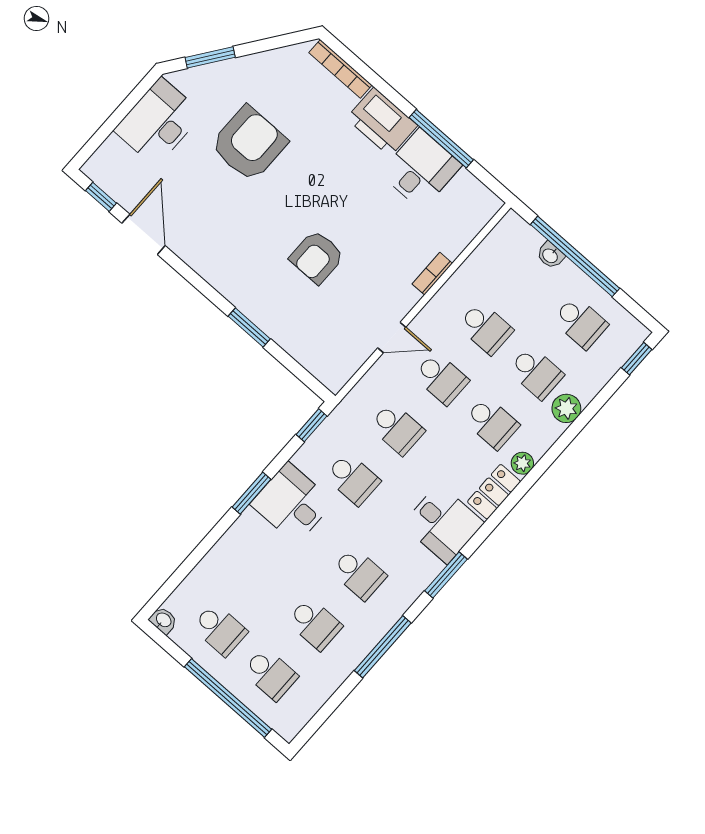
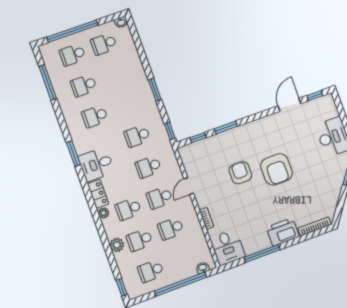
armchair: (249, 144) -> (276, 169), moved
desk: (421, 169) -> (228, 247), moved
door: (144, 234) -> (289, 105), swing flipped
washbasin: (550, 255) -> (203, 268), moved
window: (295, 368) -> (198, 138), added
desk: (292, 503) -> (141, 105), removed
window: (383, 647) -> (48, 82), moved

